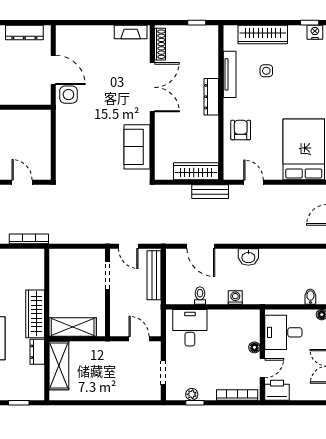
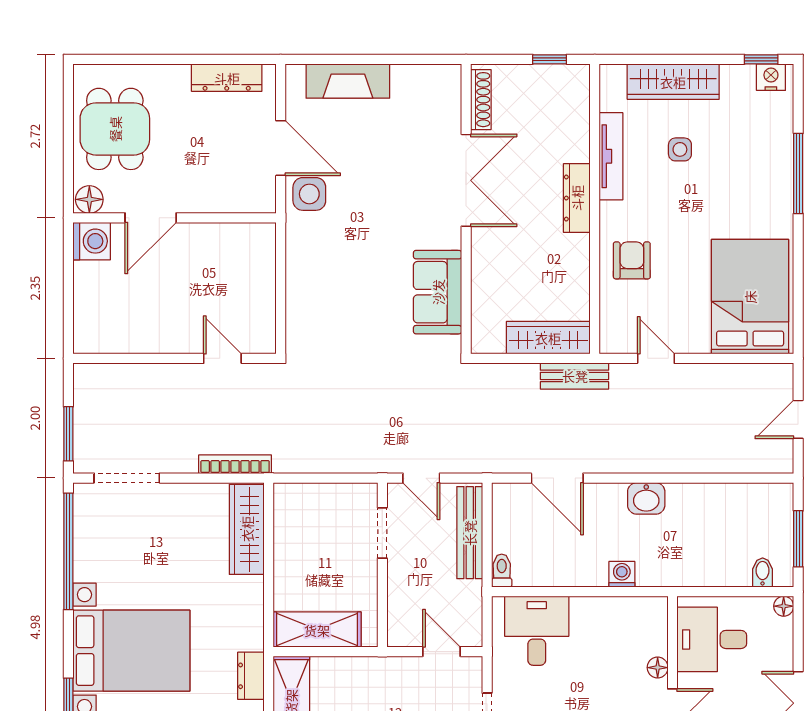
fireplace: (131, 32) -> (348, 81), moved, width x1.37, depth x1.32
toilet: (200, 296) -> (502, 571), moved
wardrobe: (35, 314) -> (247, 529), moved

